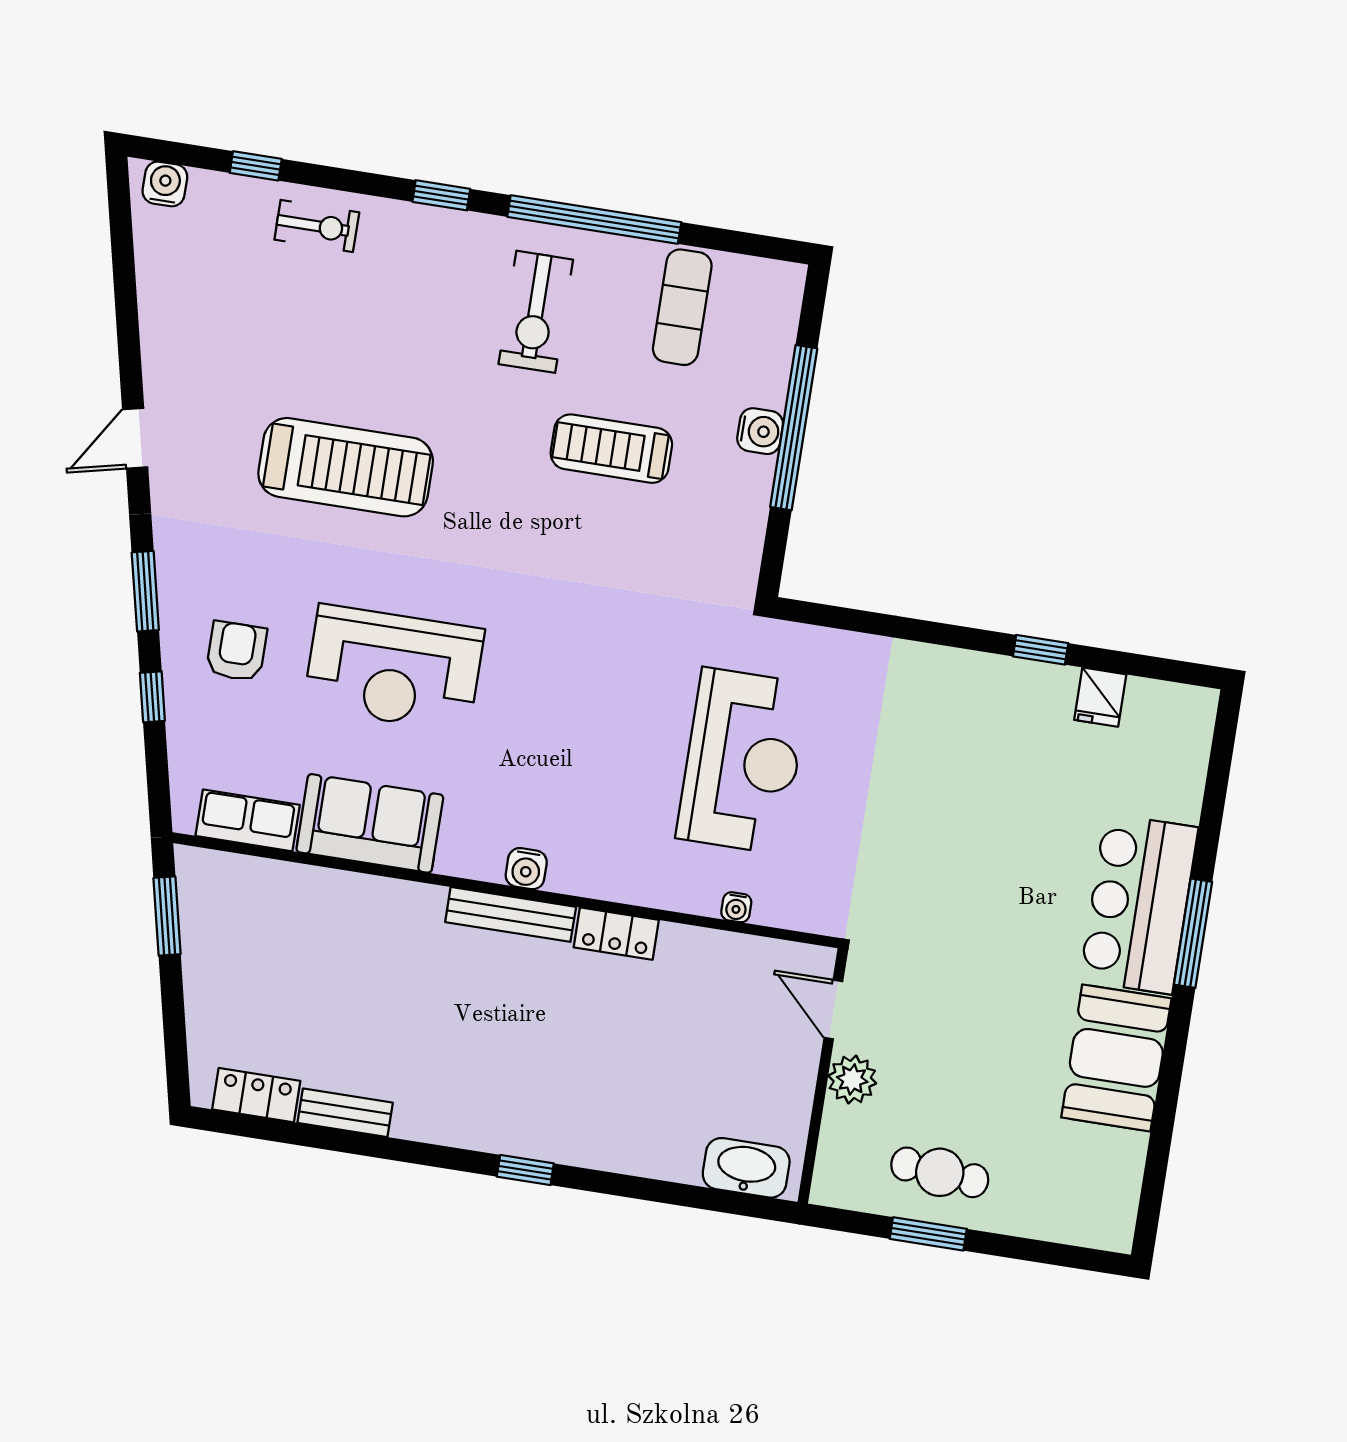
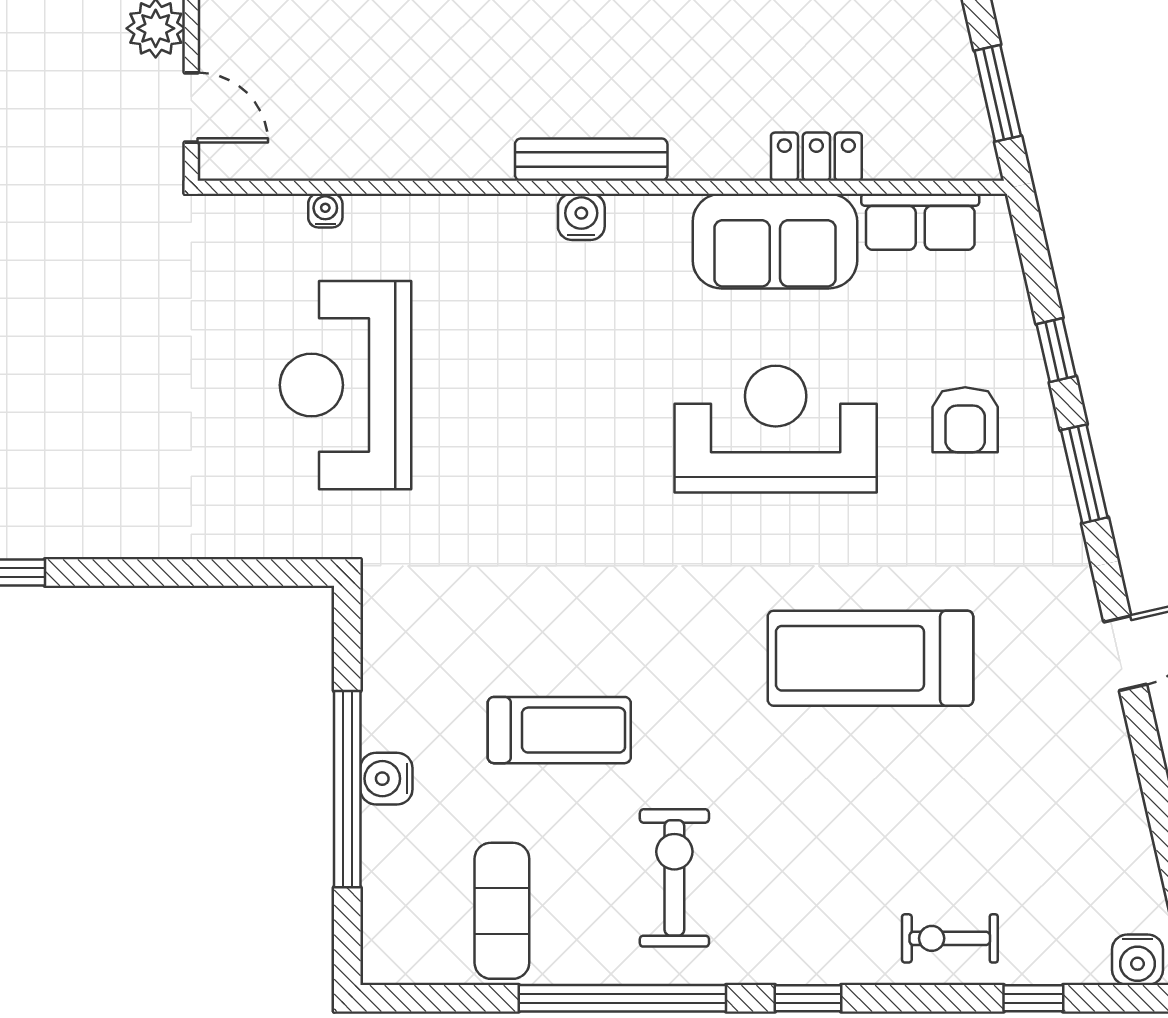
locker: (616, 934) -> (816, 157), moved

